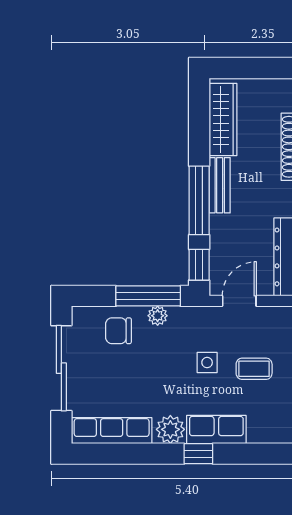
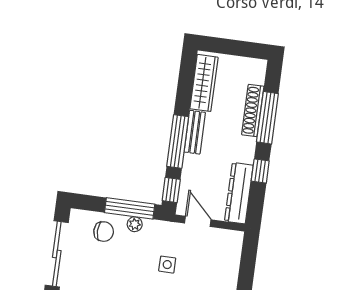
door: (239, 301) -> (198, 221), hinge flipped
chair: (118, 331) -> (104, 232), turned 180
coffee table: (254, 369) -> (202, 274), removed

